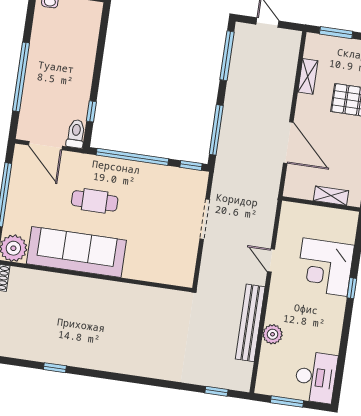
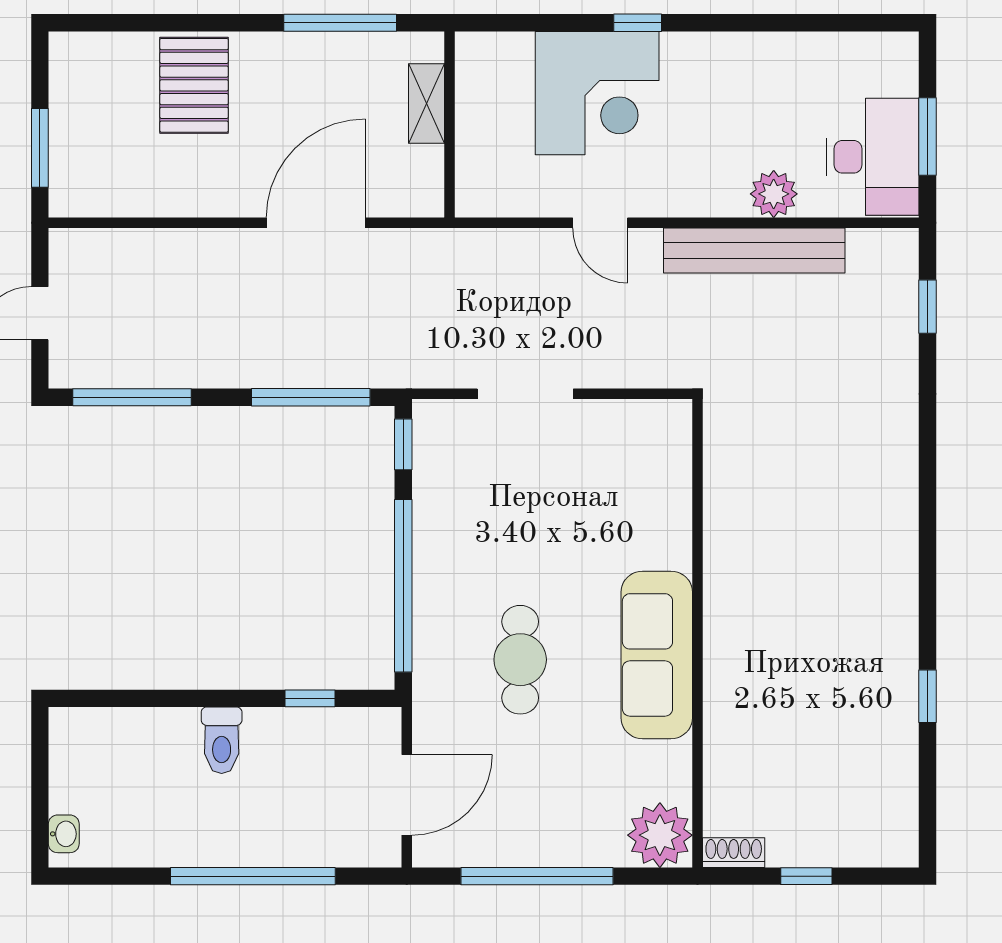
shelving: (308, 76) -> (153, 199), removed
toilet: (76, 134) -> (222, 740), moved, turned -90
sofa: (76, 252) -> (657, 655), width x0.74, depth x0.79
door: (271, 261) -> (600, 223), hinge flipped
desk: (316, 377) -> (873, 157), moved, turned 90

